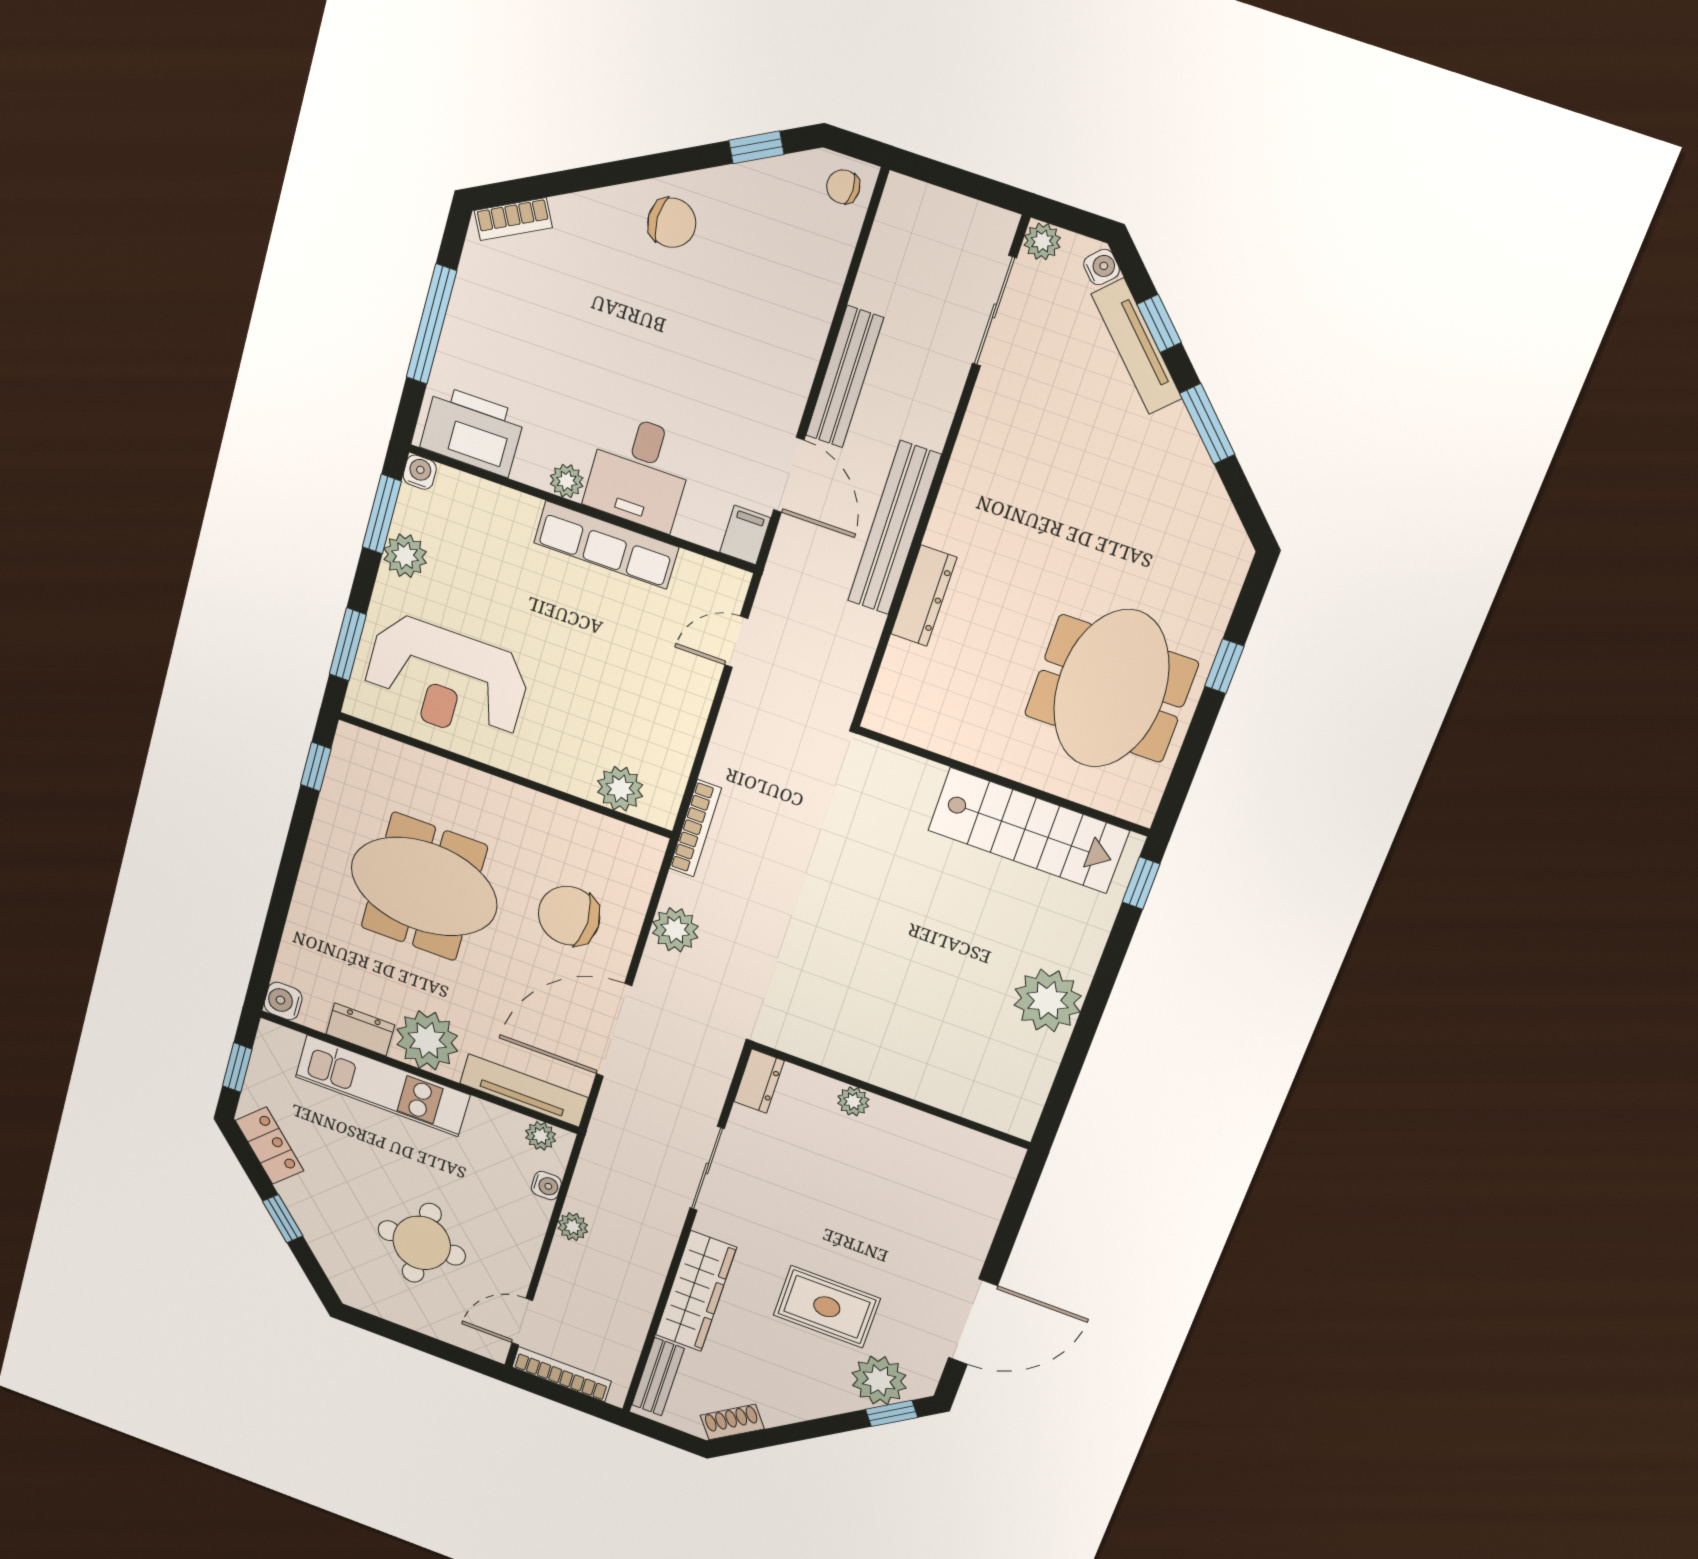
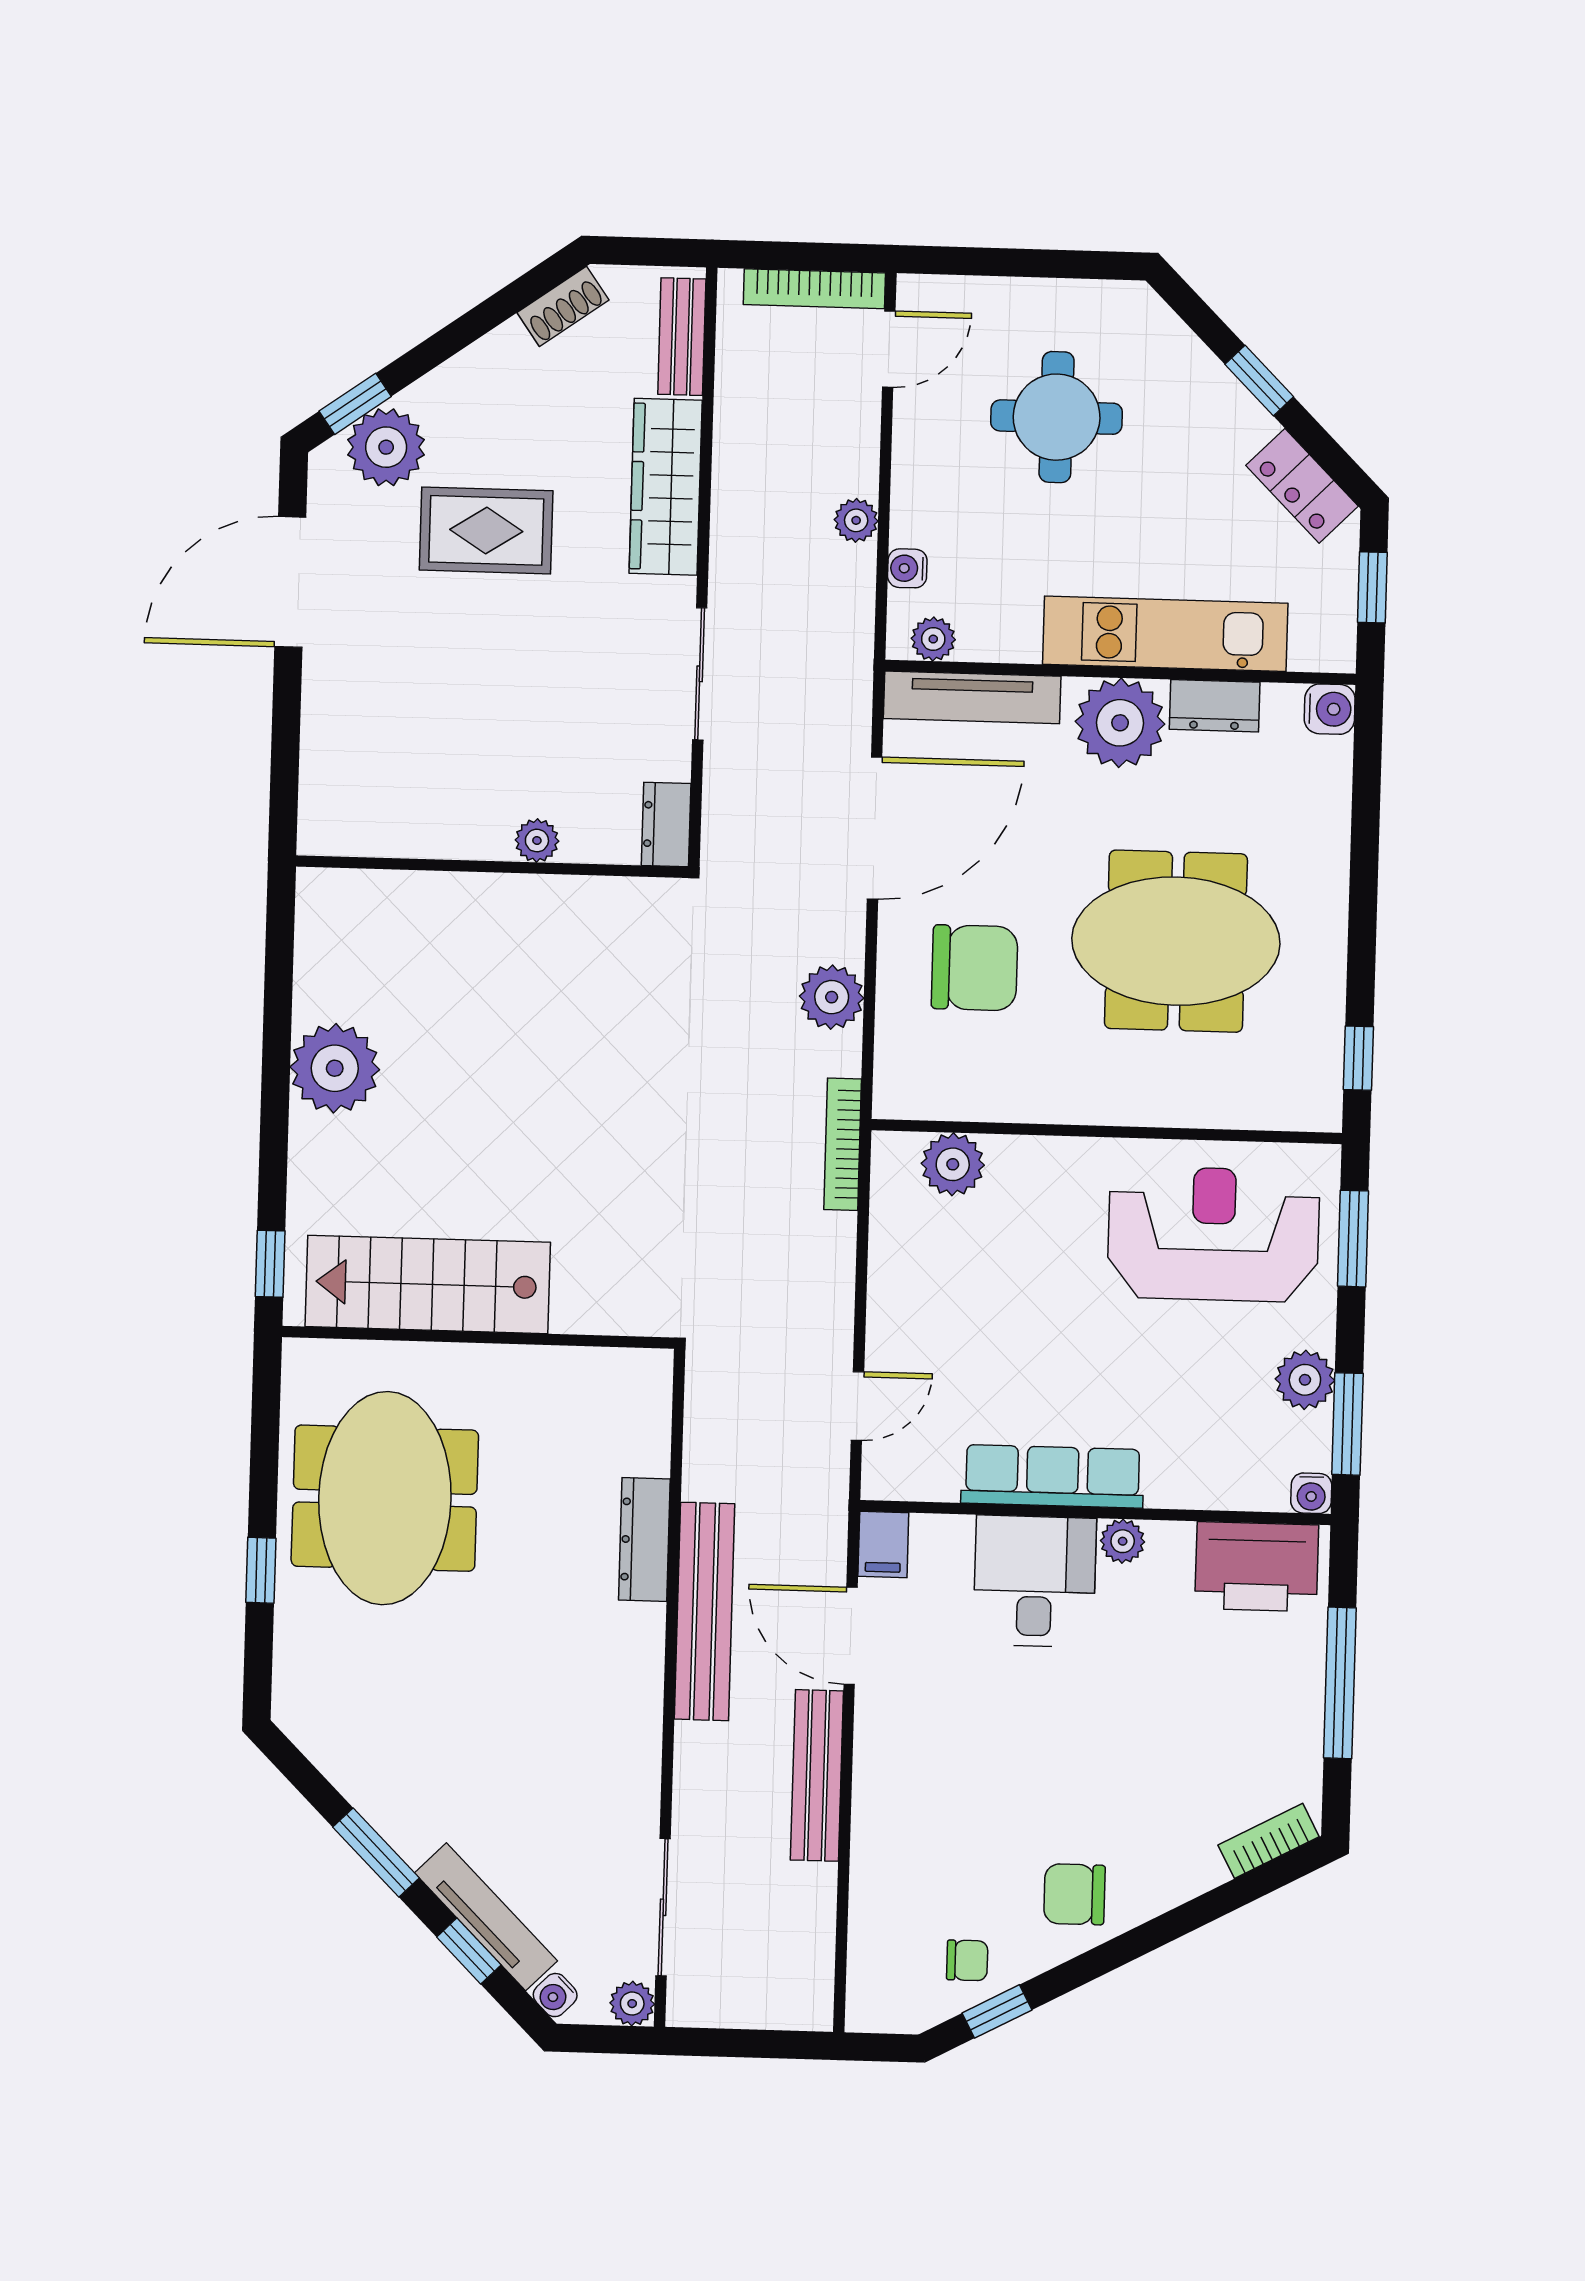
chair: (843, 187) -> (967, 1960), moved

